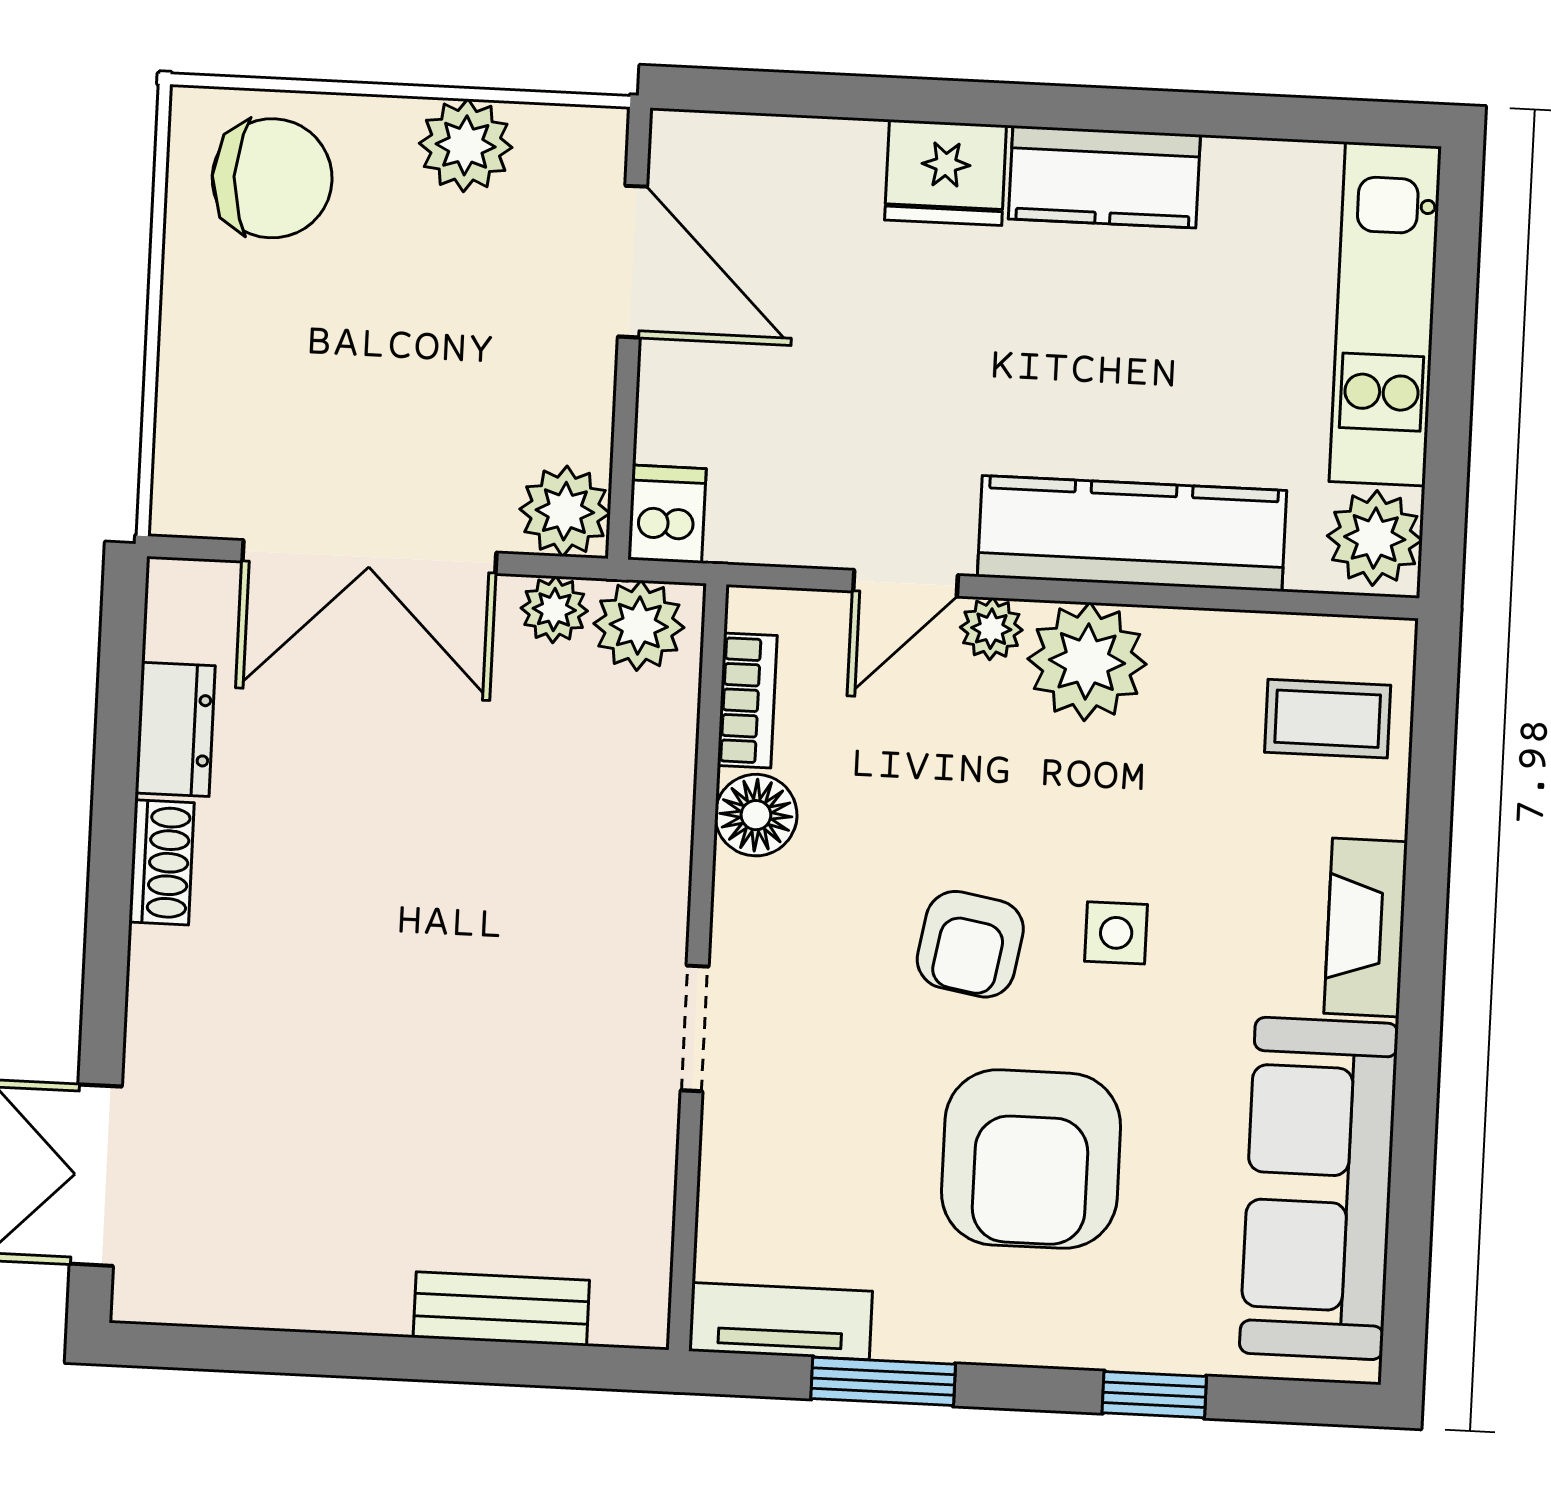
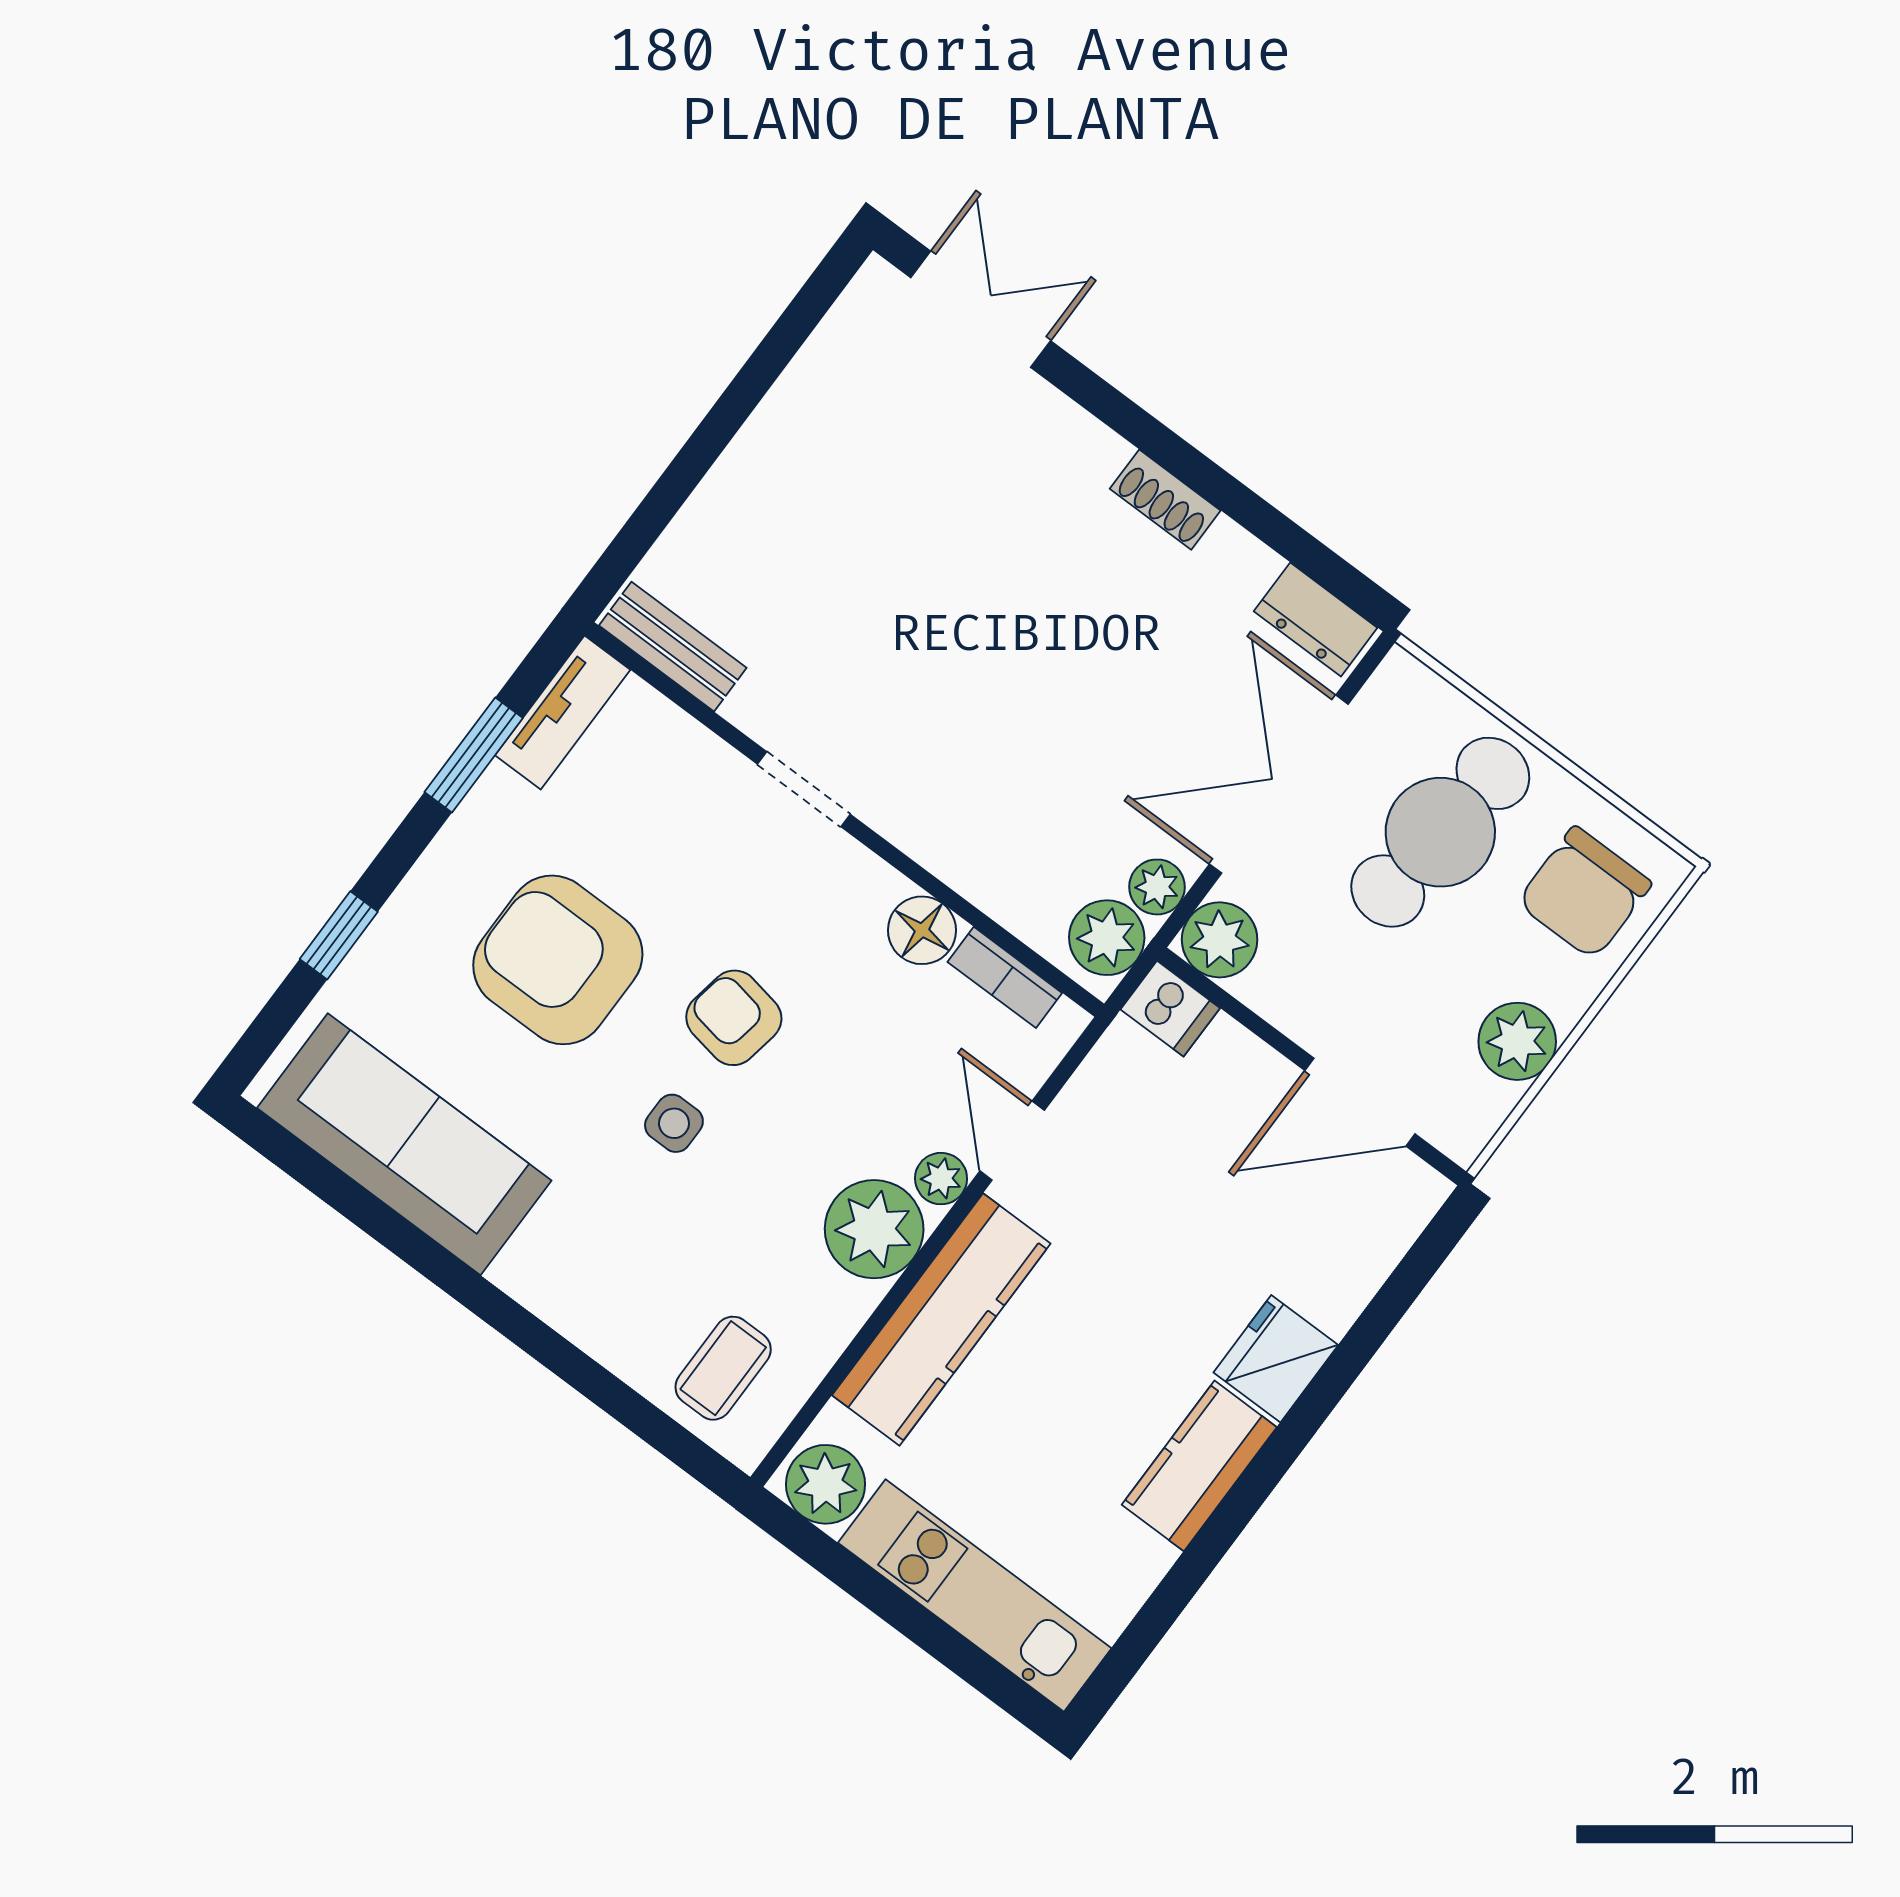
cafe table: (308, 363) -> (1440, 832), added
dresser: (175, 729) -> (1316, 619), moved
fireplace: (1366, 928) -> (562, 1297), removed
bench: (501, 1309) -> (673, 647), moved, turned 90

